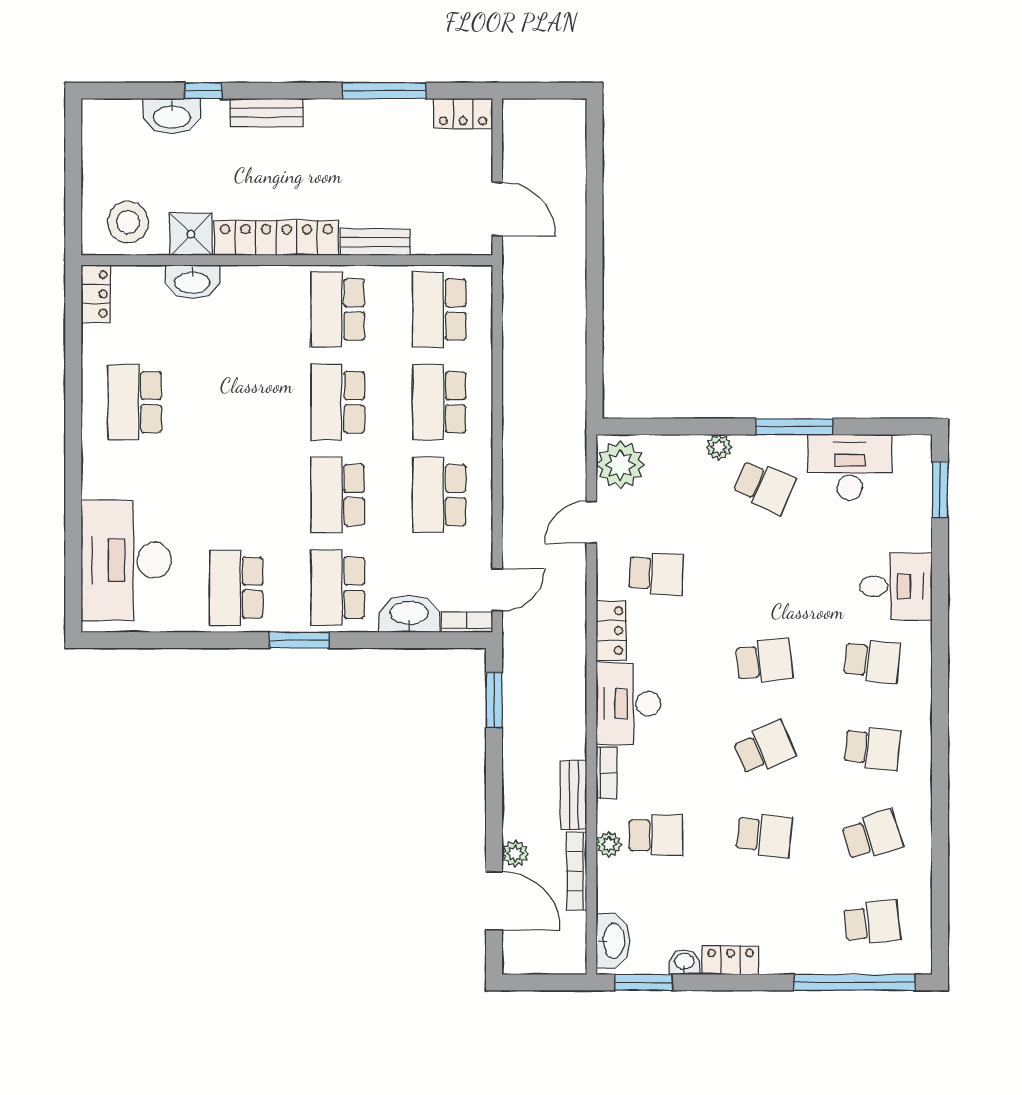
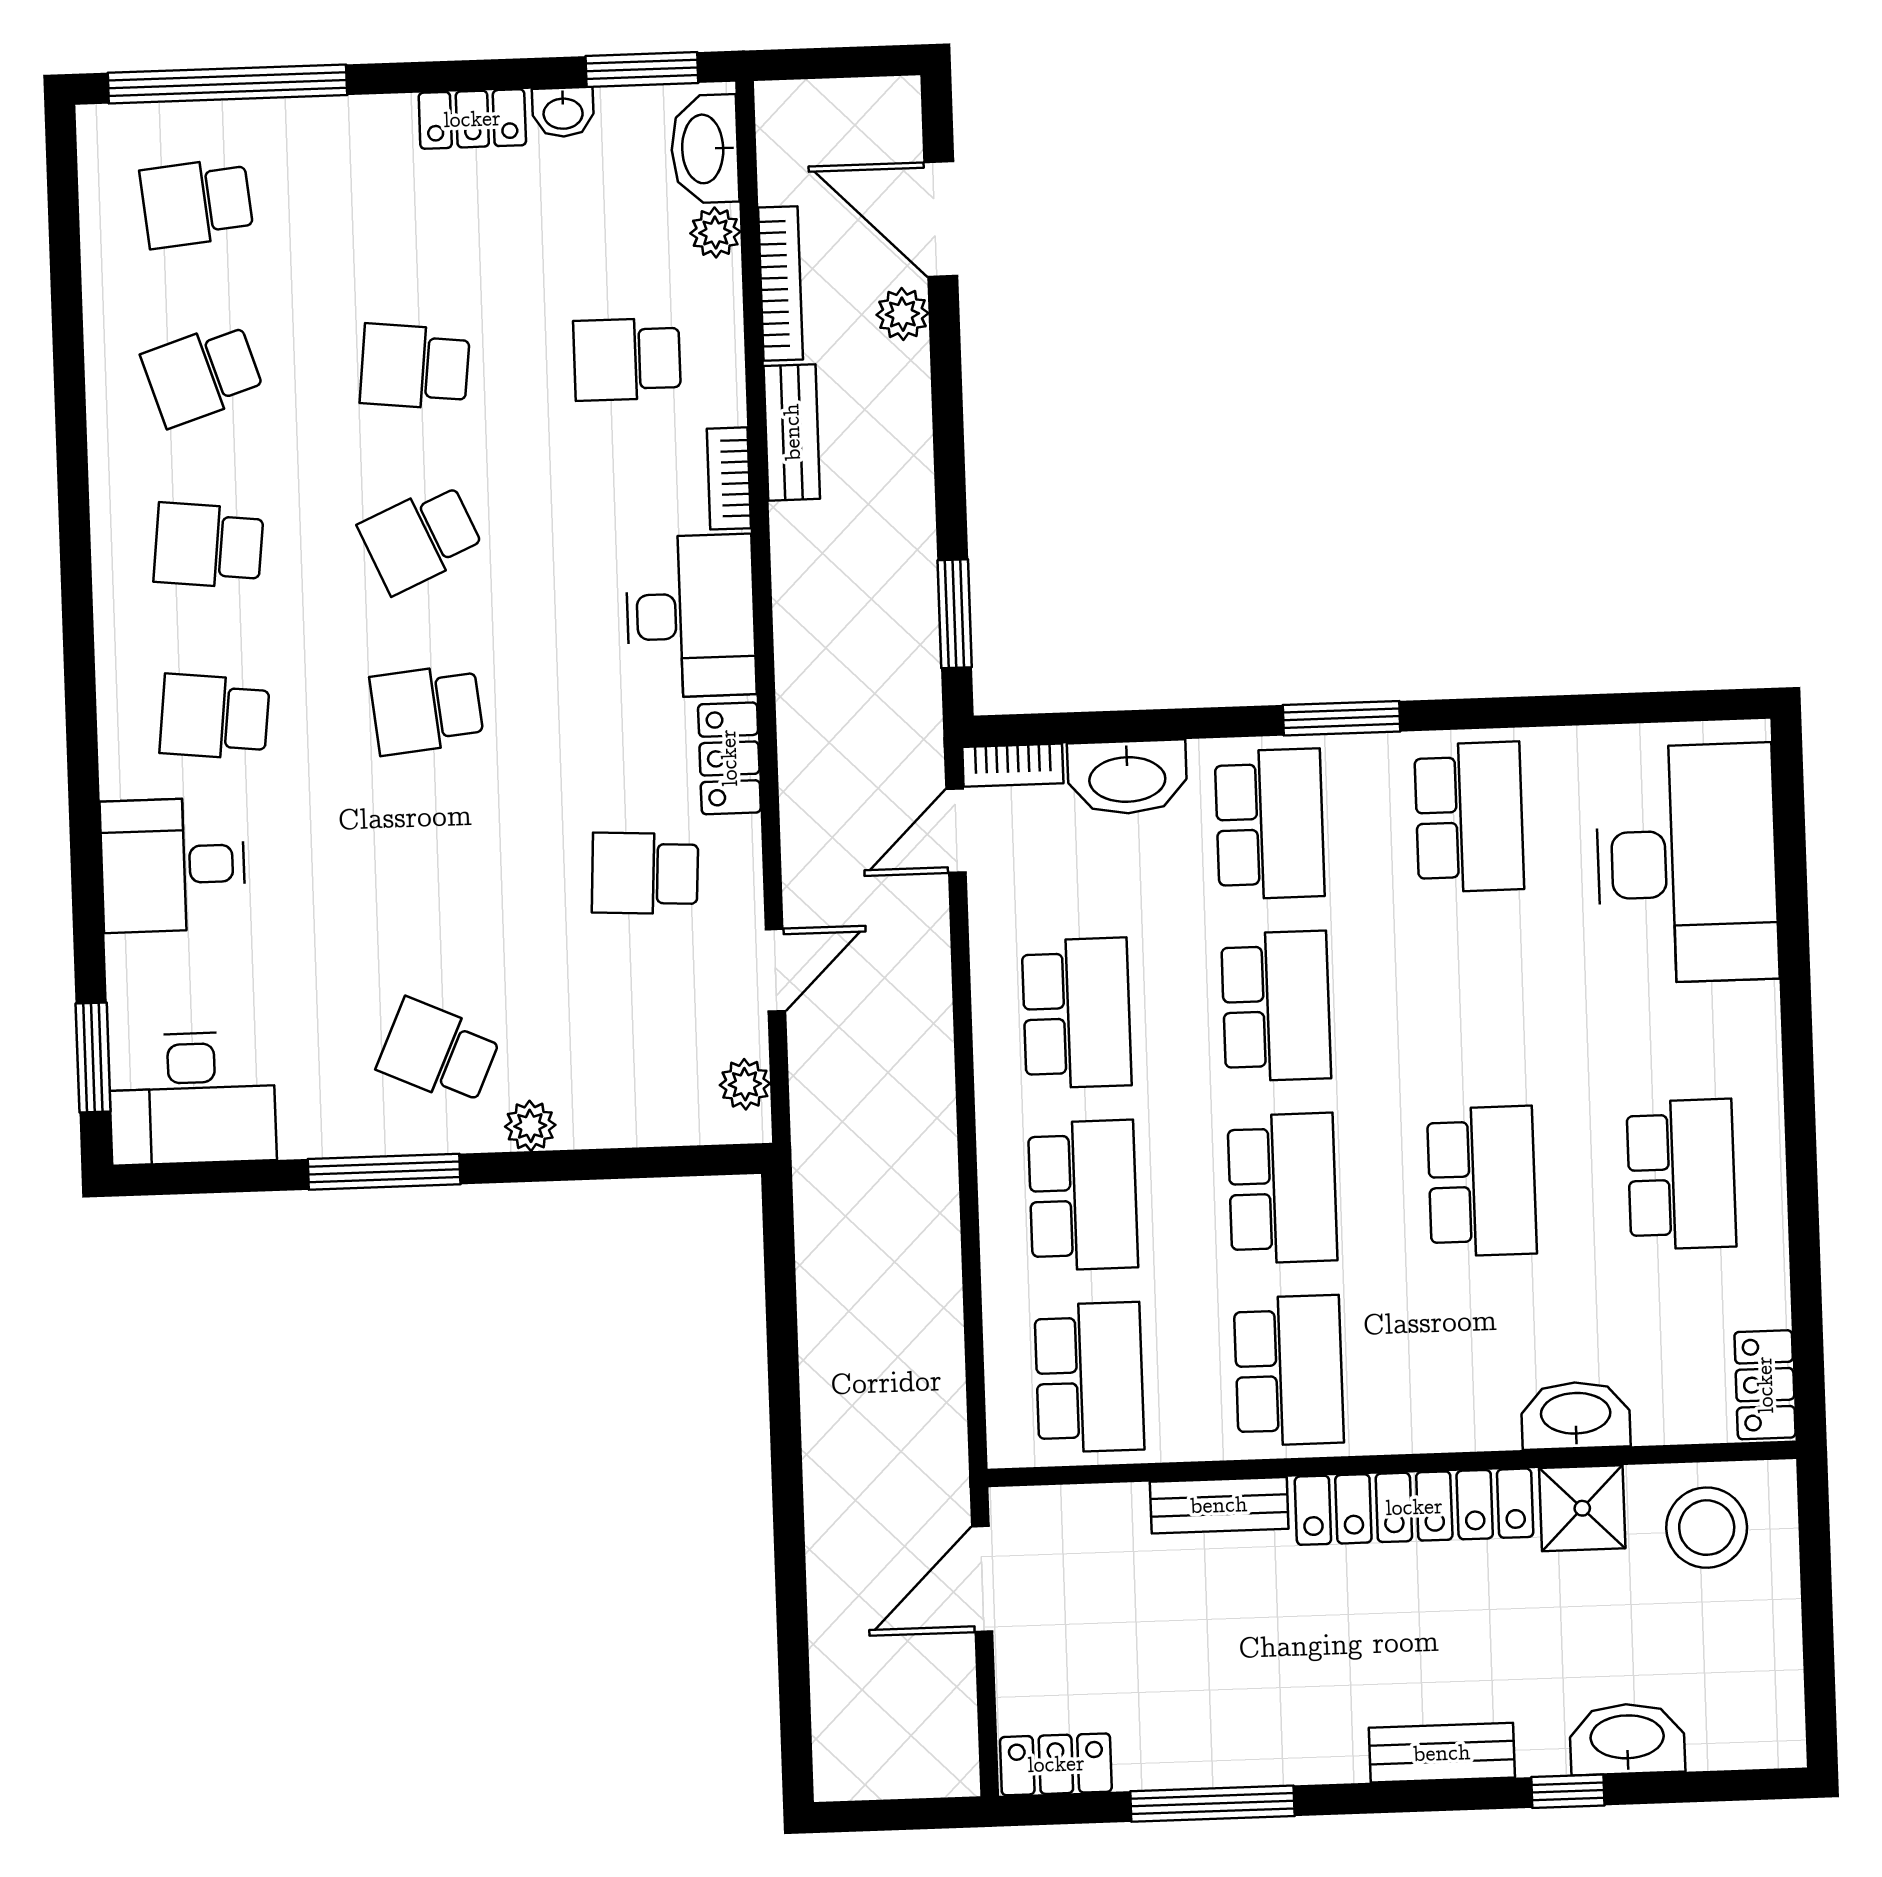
door: (497, 209) -> (982, 1579), hinge flipped
school desk: (236, 402) -> (1482, 1181), added
plant: (620, 465) -> (745, 1084), width x0.53, depth x0.53
desk: (850, 467) -> (192, 1098), moved
plant: (609, 844) -> (715, 233), moved

